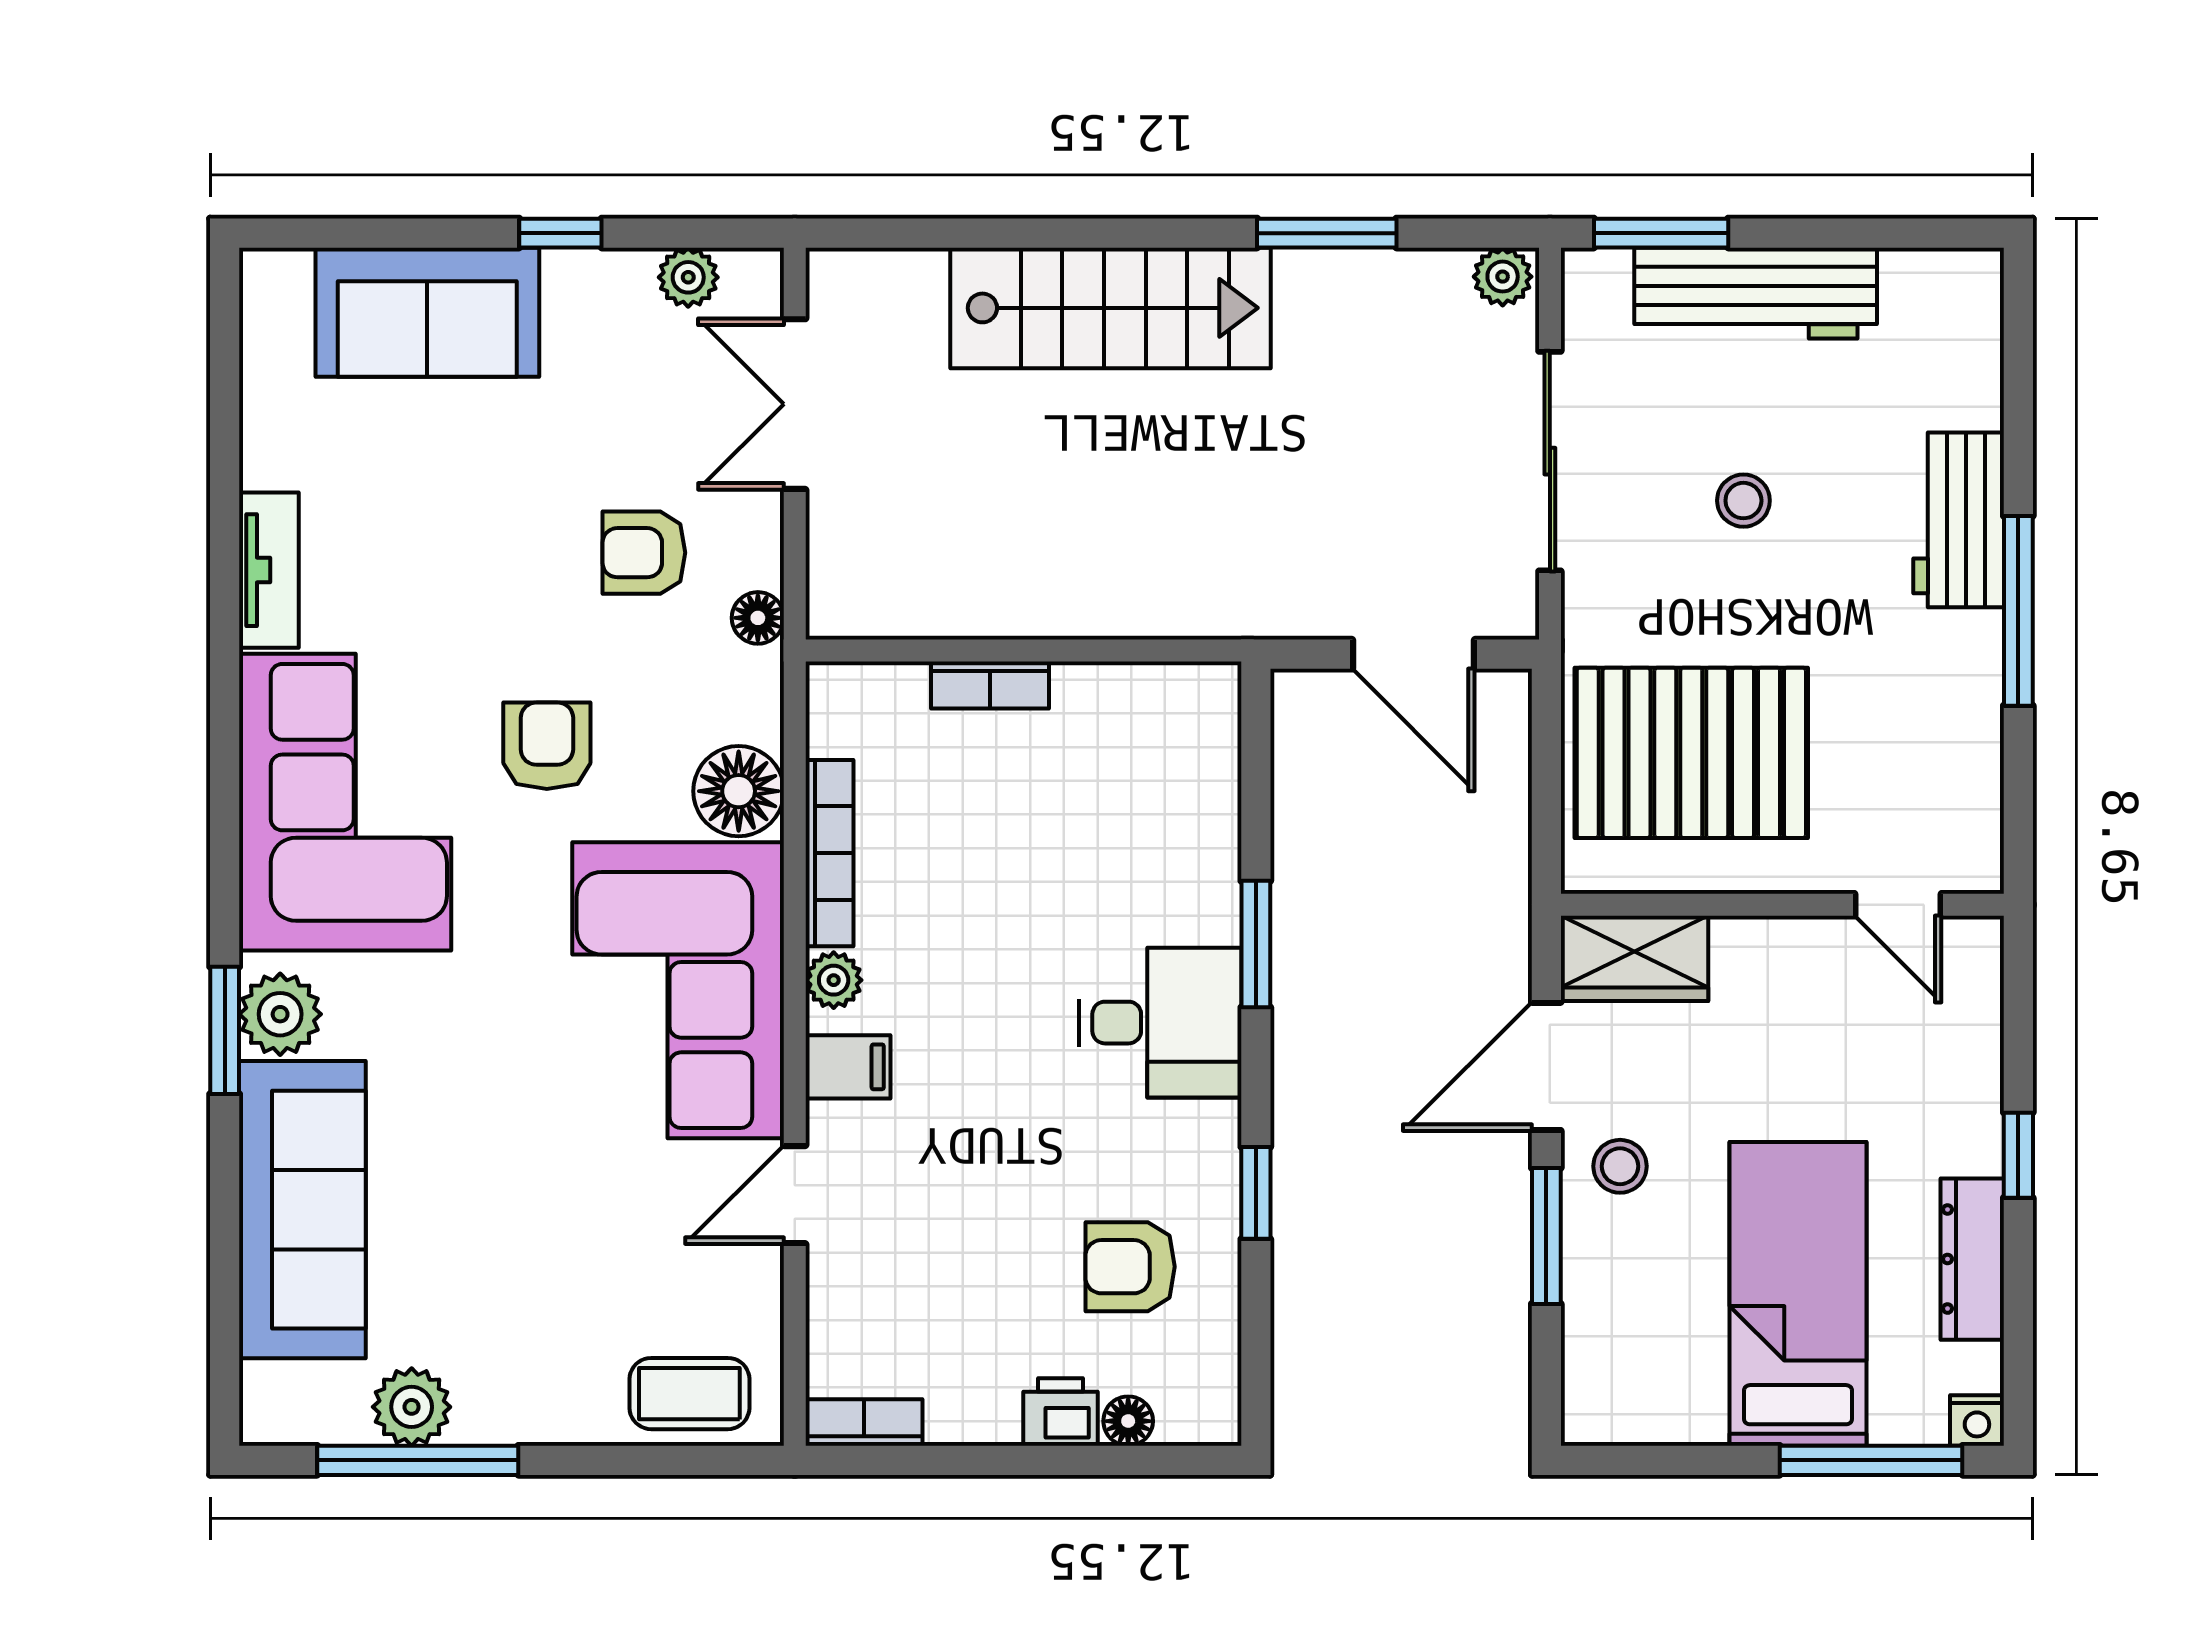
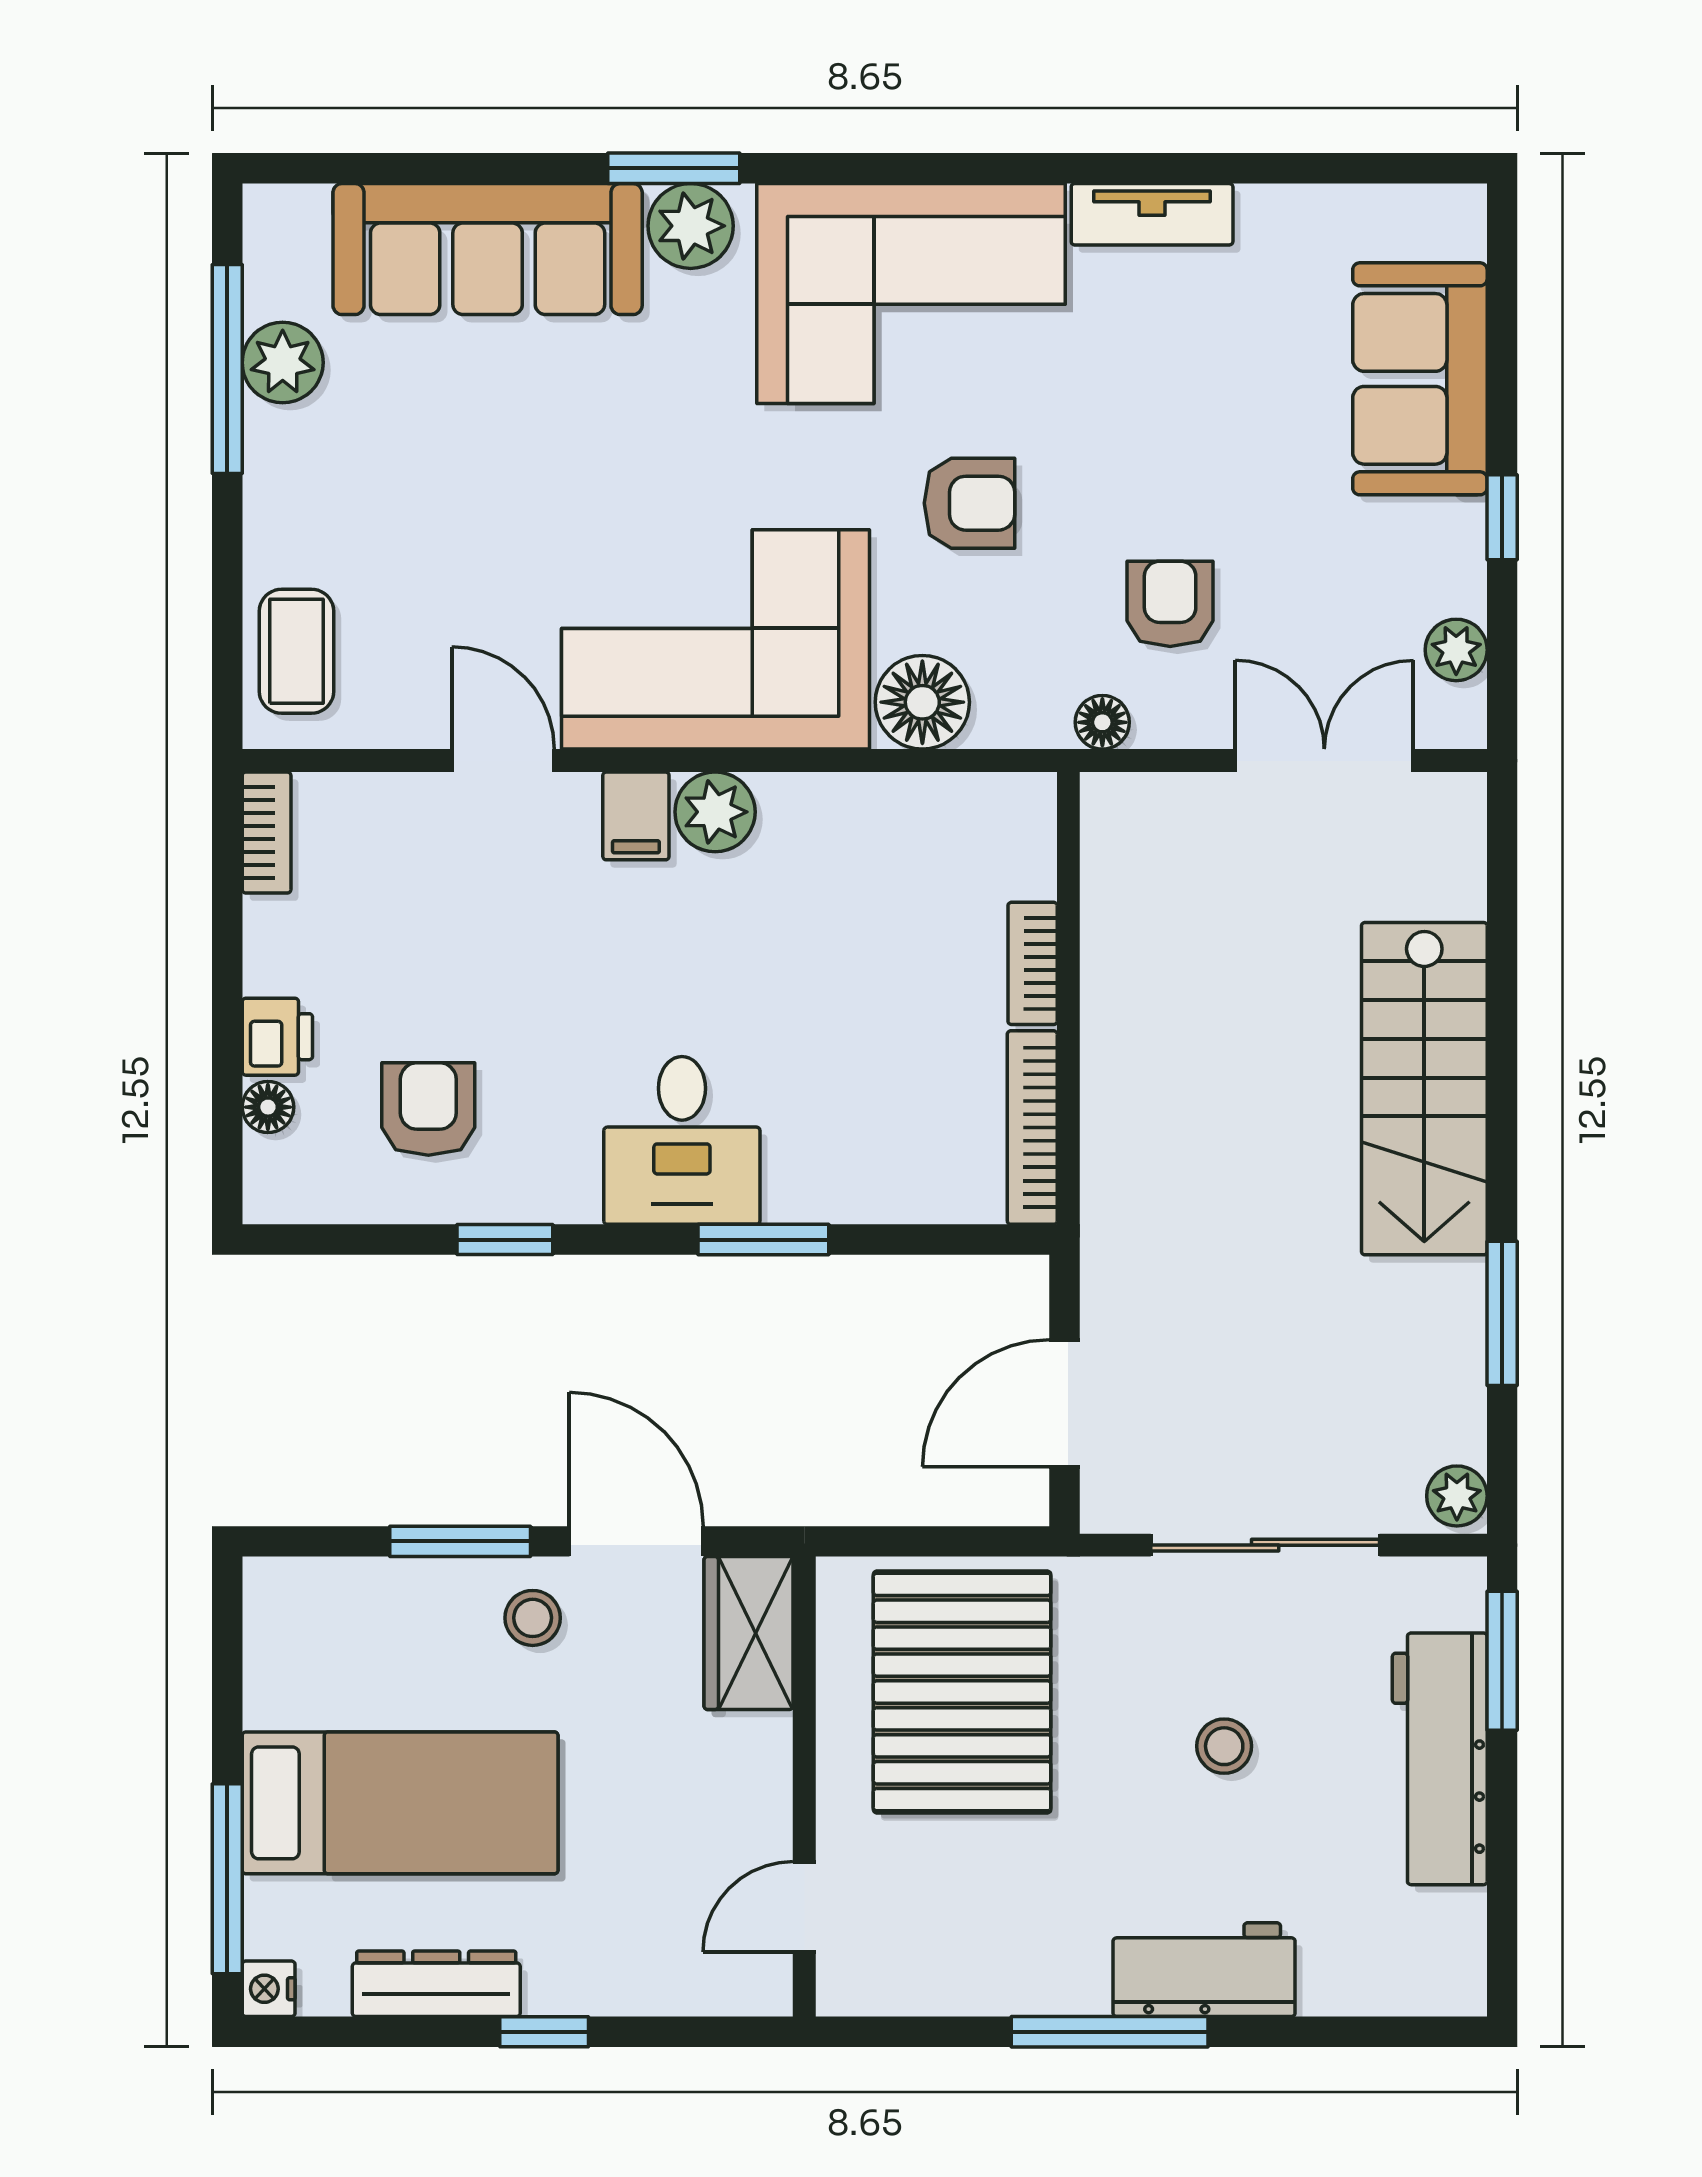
bookcase: (829, 853) -> (1032, 1128), moved, turned 90
plant: (834, 980) -> (715, 812), width x1.38, depth x1.38

